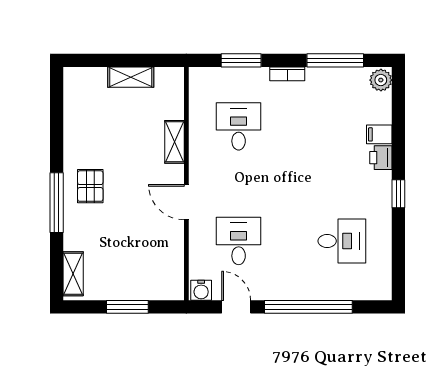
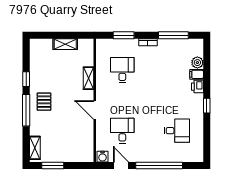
plant: (381, 80) -> (197, 63), moved
window: (57, 144) -> (26, 79), added
window: (127, 307) -> (53, 165), moved

